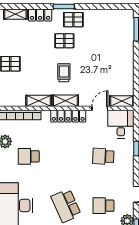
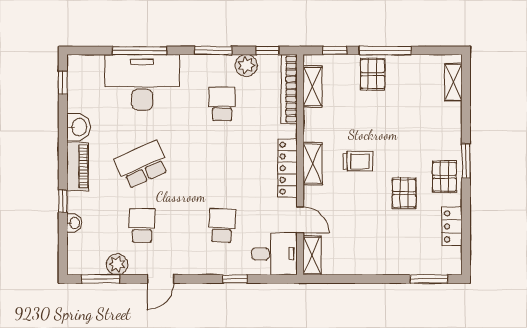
locker: (40, 15) -> (452, 226), moved
pallet: (64, 41) -> (404, 193), moved
shelving: (39, 101) -> (312, 87), moved

